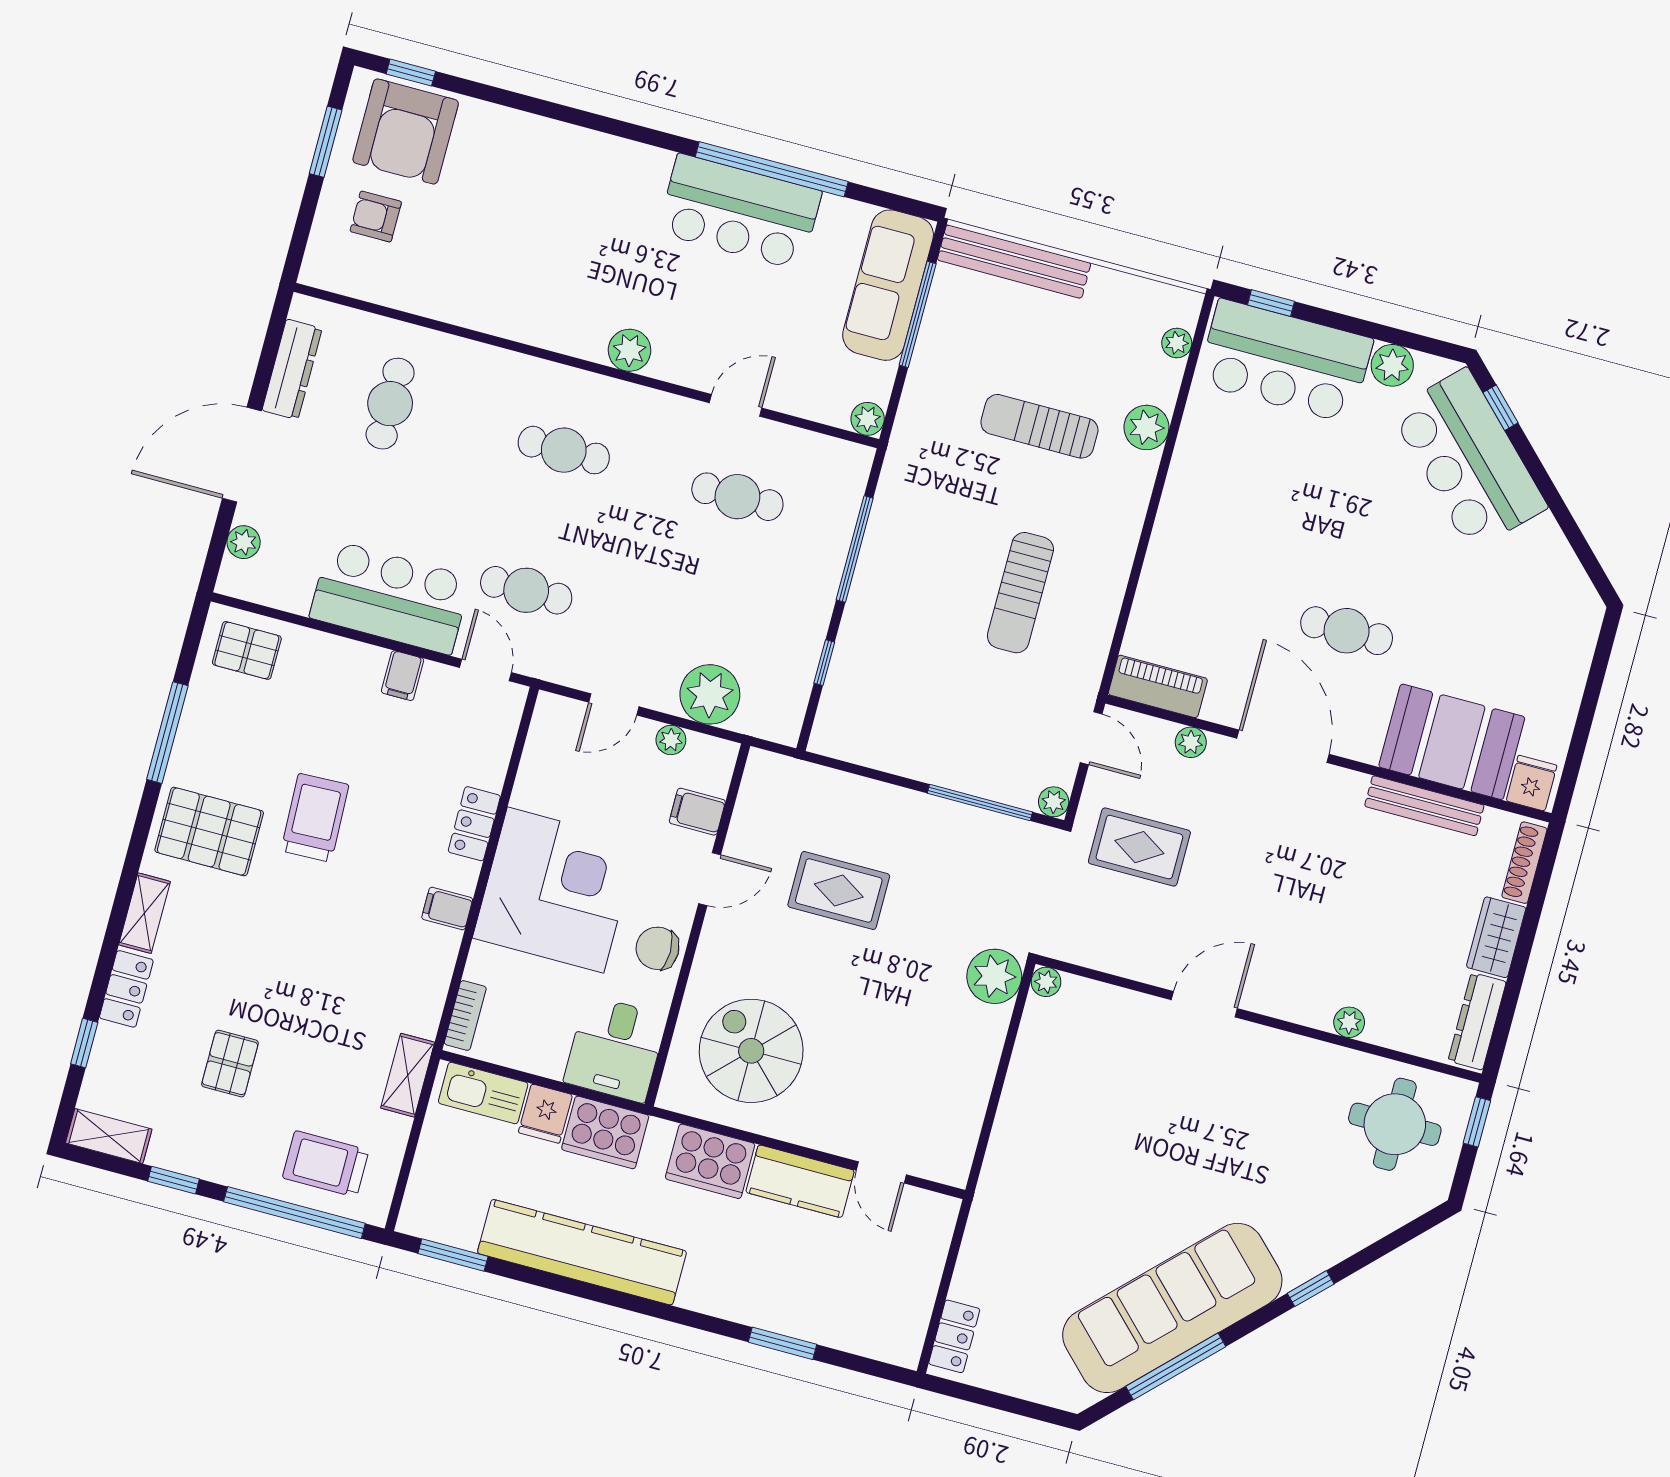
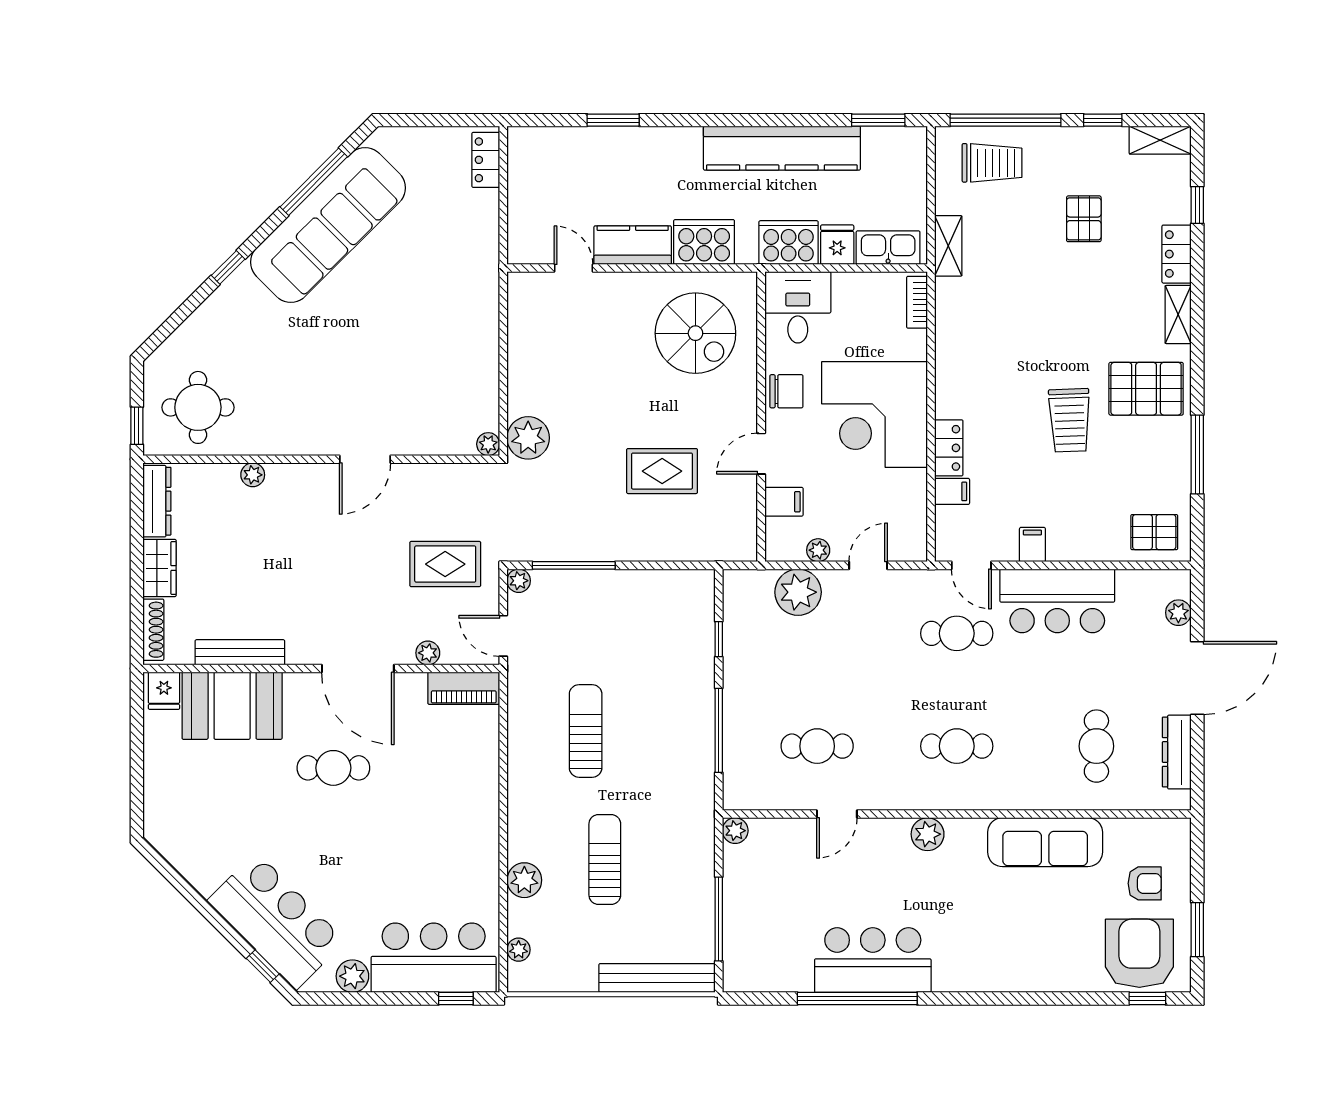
sofa: (888, 285) -> (1045, 842), moved, turned 90
sun lounger: (1039, 426) -> (605, 860), turned -90
filing cabinet: (447, 908) -> (952, 491), moved

